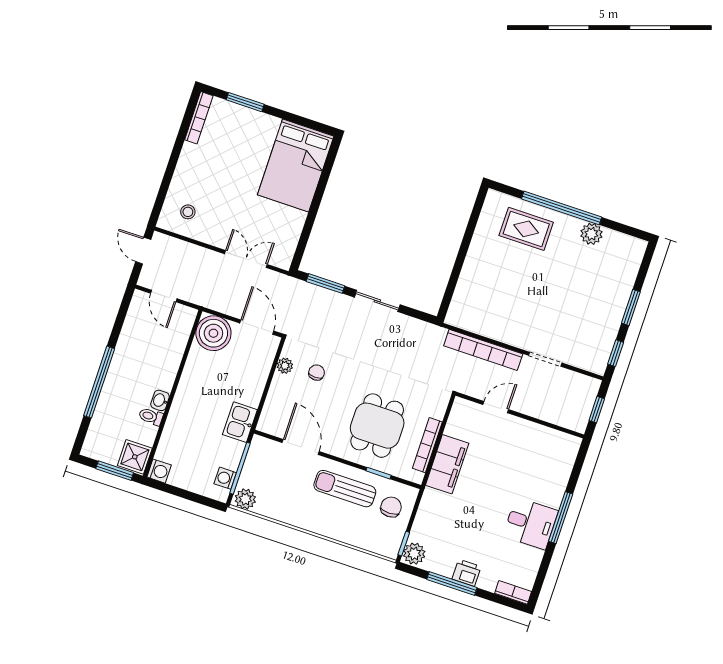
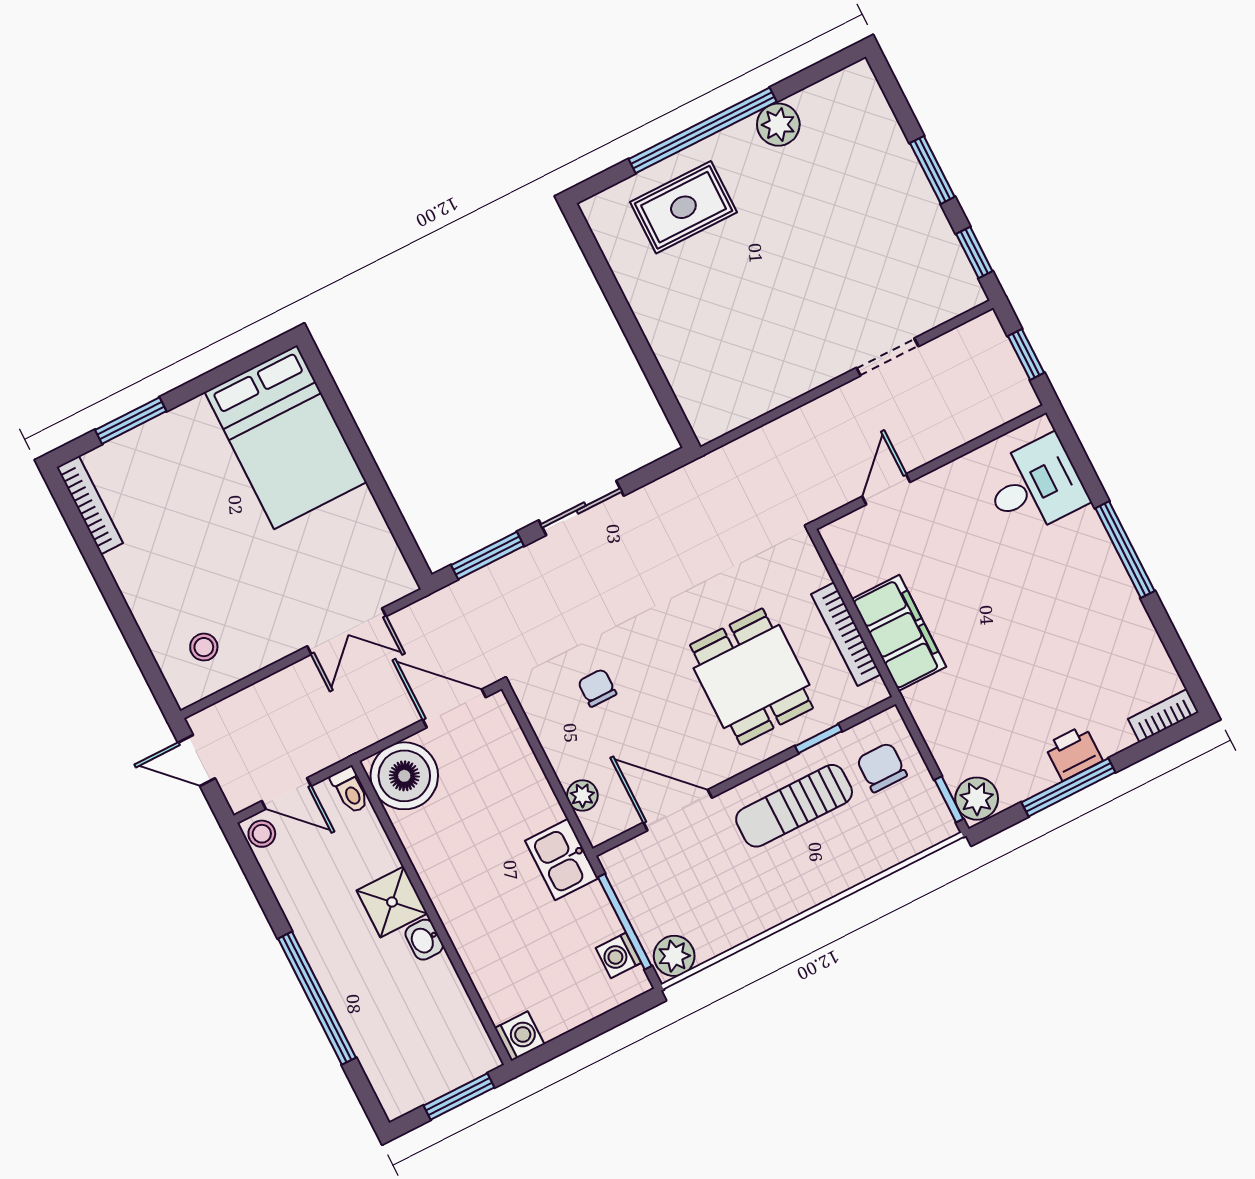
double door: (246, 259) -> (347, 631), swing flipped
stool: (140, 302) -> (262, 834), added
bookcase: (483, 350) -> (791, 429), removed
plant: (285, 366) -> (582, 796), moved
toilet: (151, 417) -> (350, 790), moved, turned -90
shower: (135, 457) -> (392, 902), moved
desk: (531, 523) -> (1035, 486), moved

